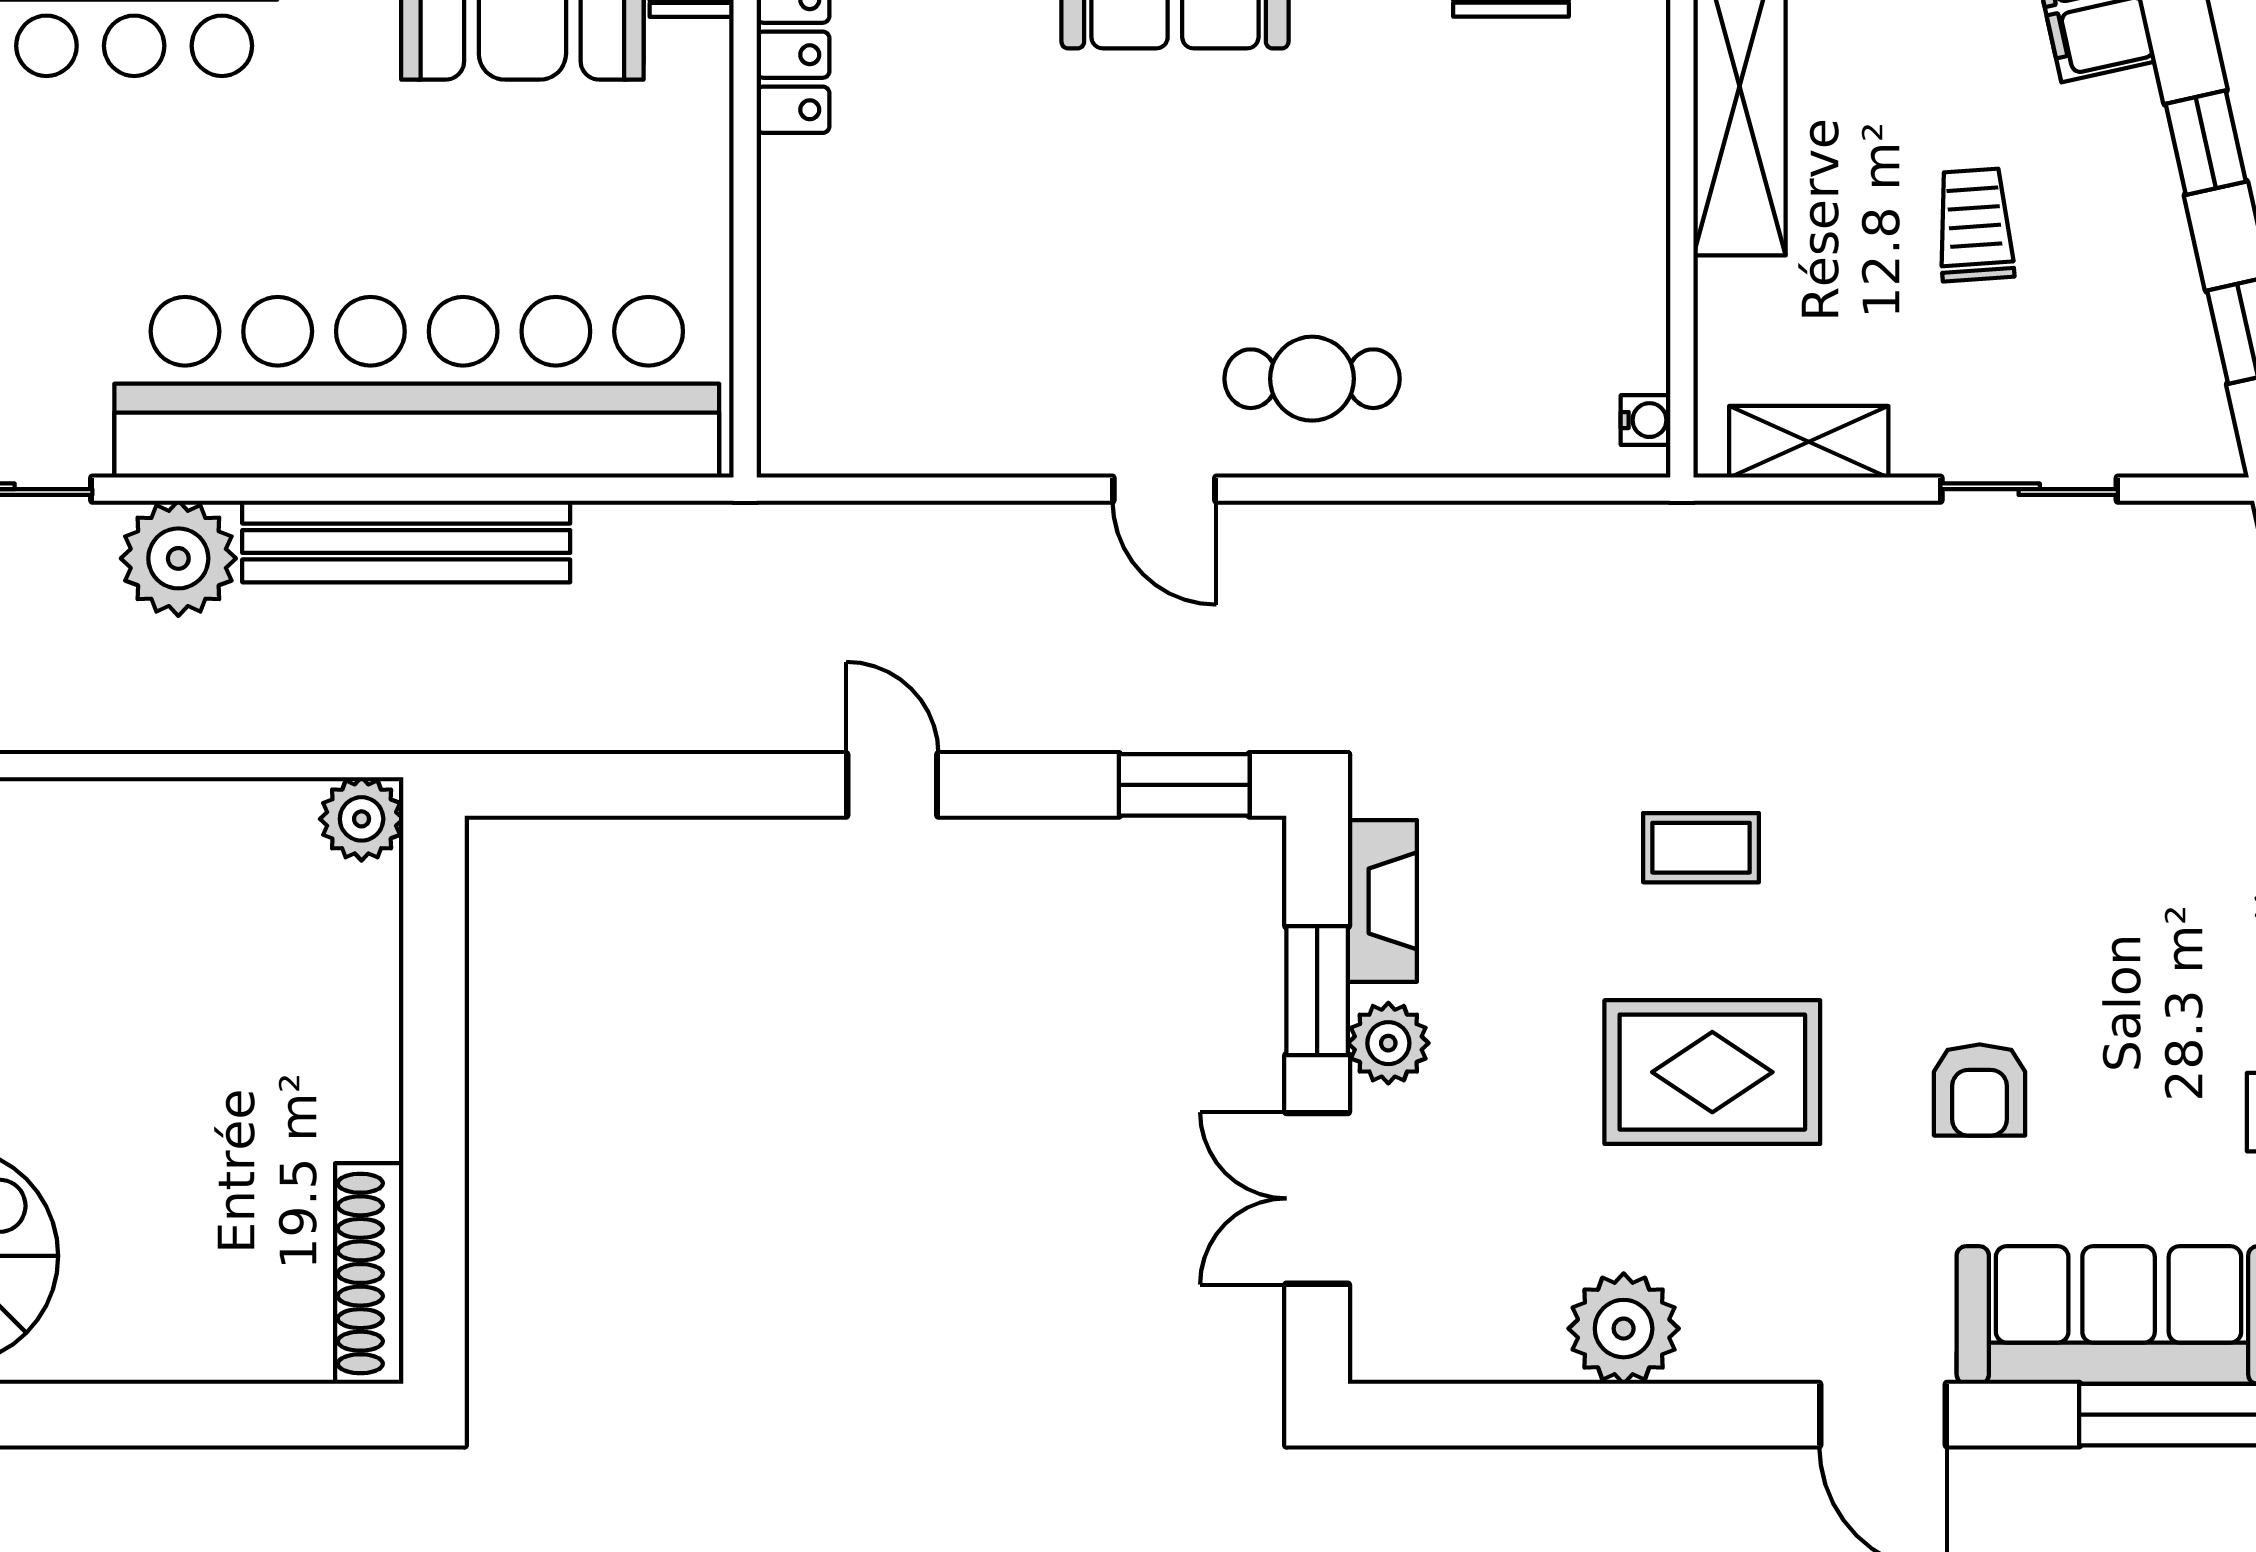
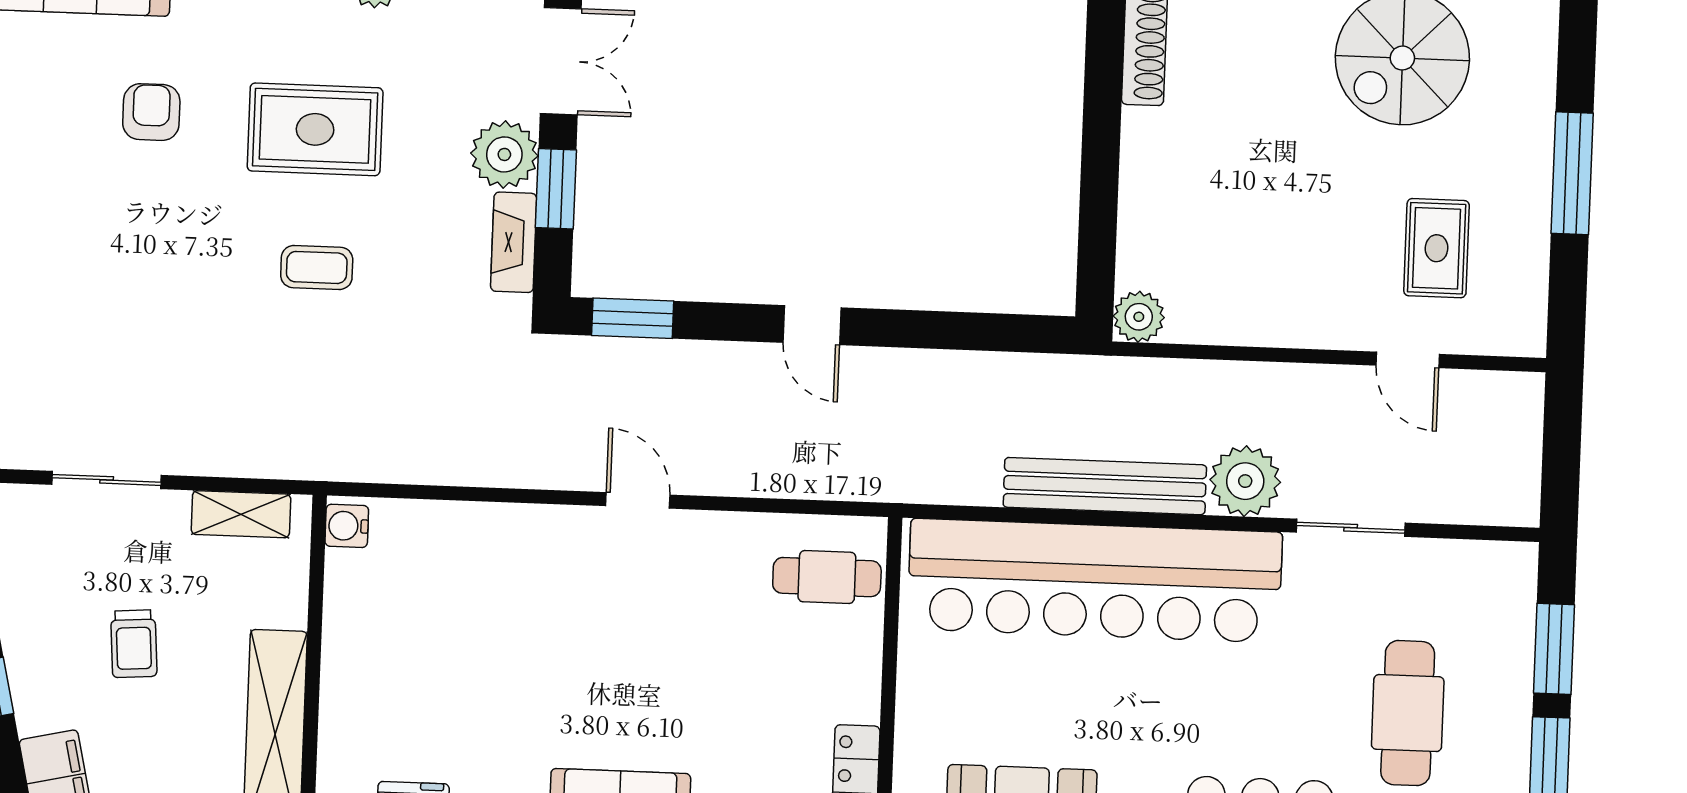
cafe table: (1312, 379) -> (827, 577), moved
water cooler: (1646, 420) -> (347, 526), width x1.38, depth x1.38
plant: (1388, 1043) -> (504, 154), width x1.36, depth x1.36

